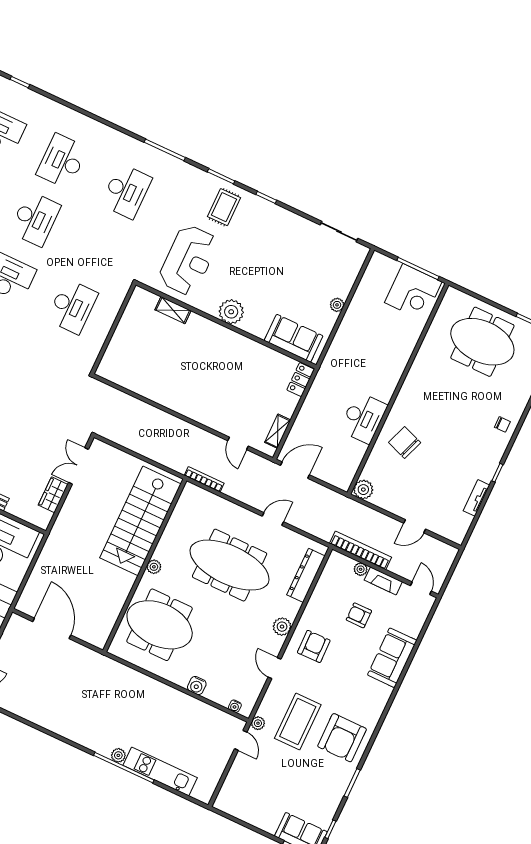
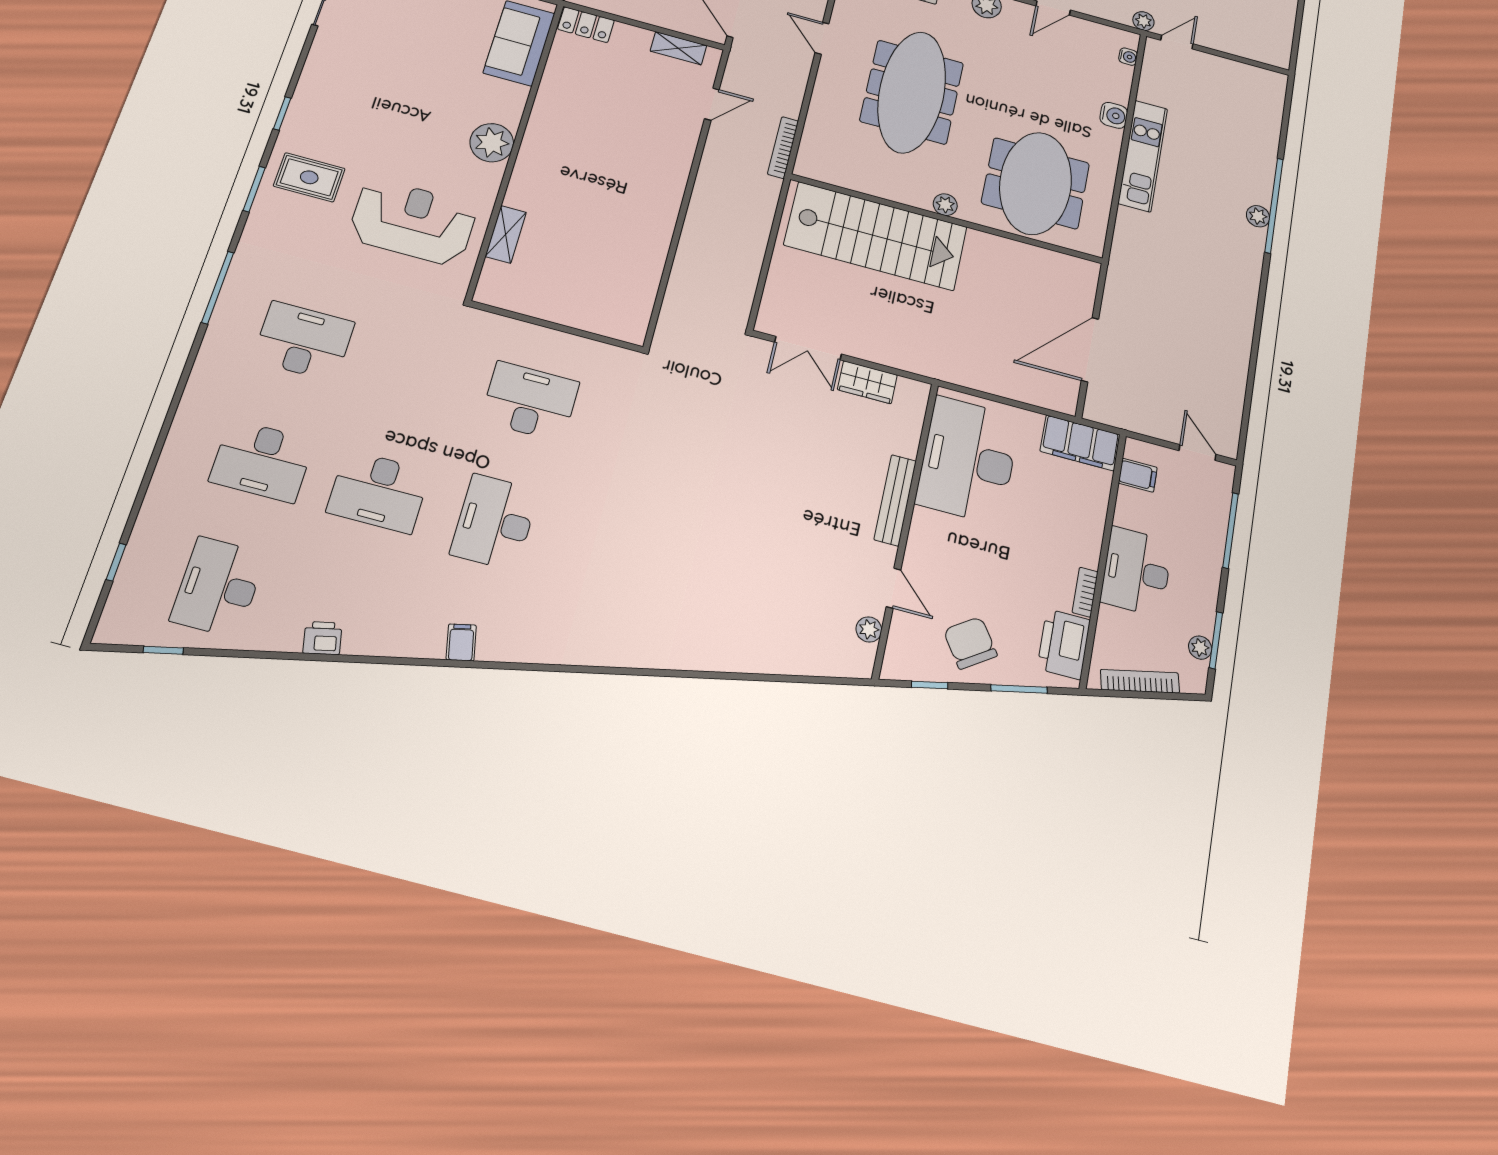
desk: (35, 219) -> (379, 492), turned 180
kitchen unit: (160, 772) -> (1143, 156), moved, turned 180

